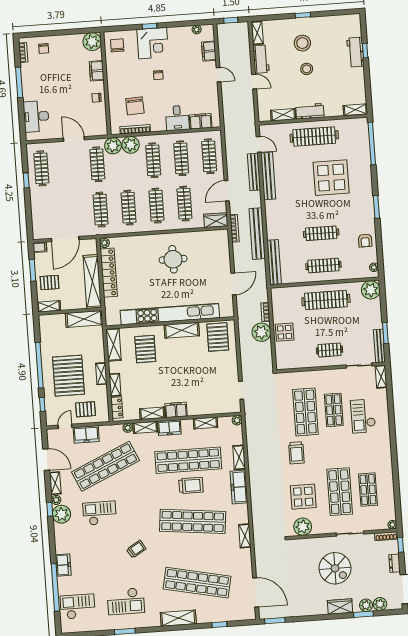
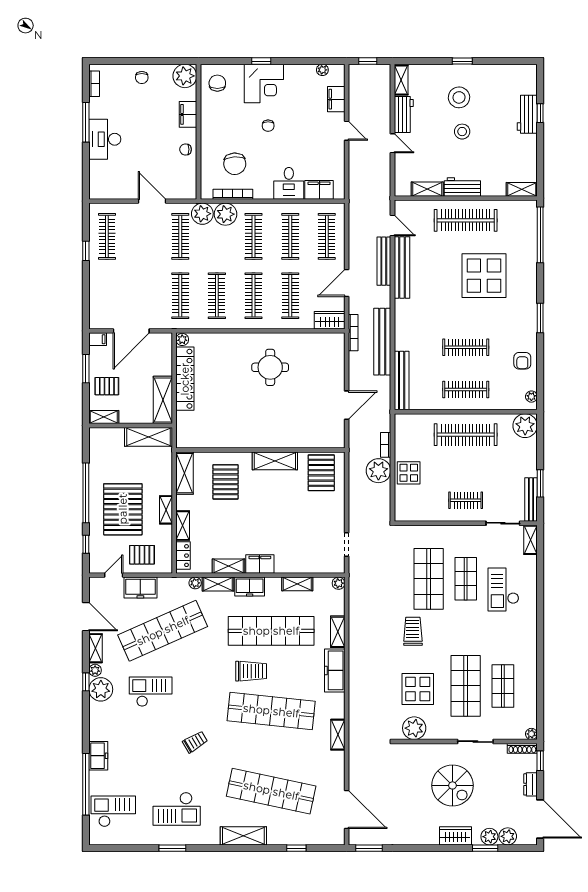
chair: (44, 49) -> (142, 78), moved
desk: (36, 116) -> (105, 139), moved
shelving: (92, 282) -> (163, 400), width x0.68
kitchen unit: (170, 314) -> (261, 438), removed
trolley: (296, 453) -> (413, 631), turned 180
trolley: (191, 485) -> (251, 671), moved

